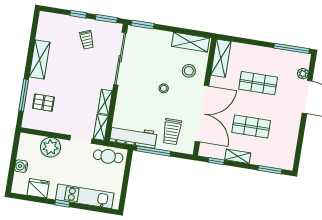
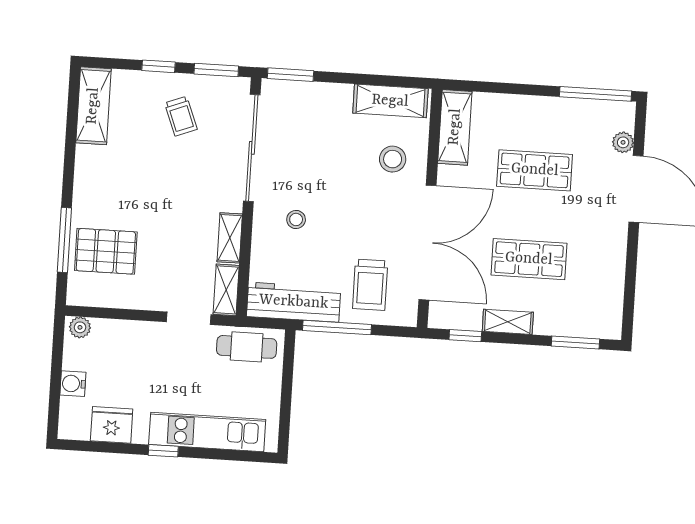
shelving: (40, 59) -> (93, 106), moved
stool: (164, 88) -> (296, 219), moved
pallet: (43, 103) -> (106, 251), width x1.50, depth x1.42
plant: (50, 147) -> (80, 327), moved, width x0.53, depth x0.53

